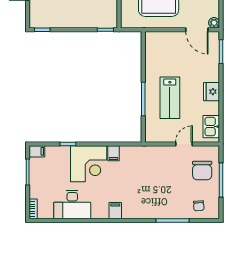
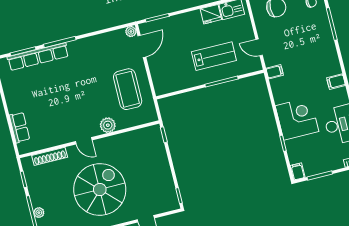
fridge: (212, 92) -> (211, 14), moved
door: (184, 144) -> (259, 47), moved
filing cabinet: (114, 153) -> (275, 72), moved

